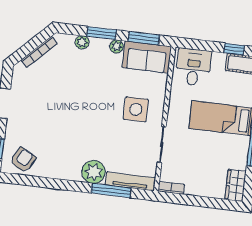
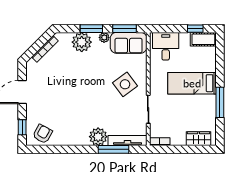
plant: (82, 42) -> (82, 42), width x1.88, depth x1.88
side table: (136, 109) -> (125, 84), turned -37
wardrobe: (235, 185) -> (199, 139), moved, turned 90

